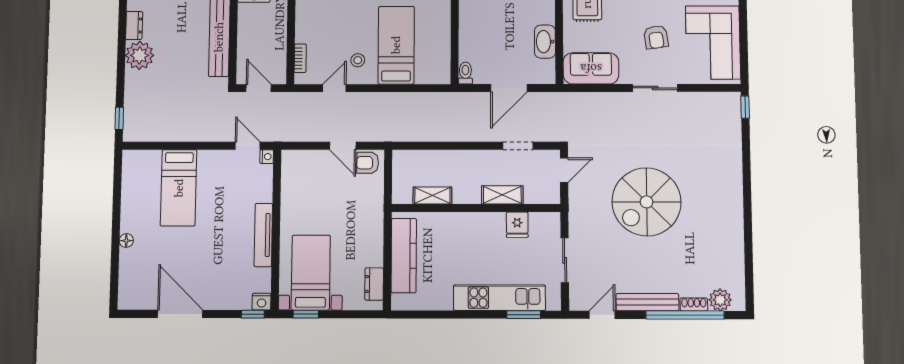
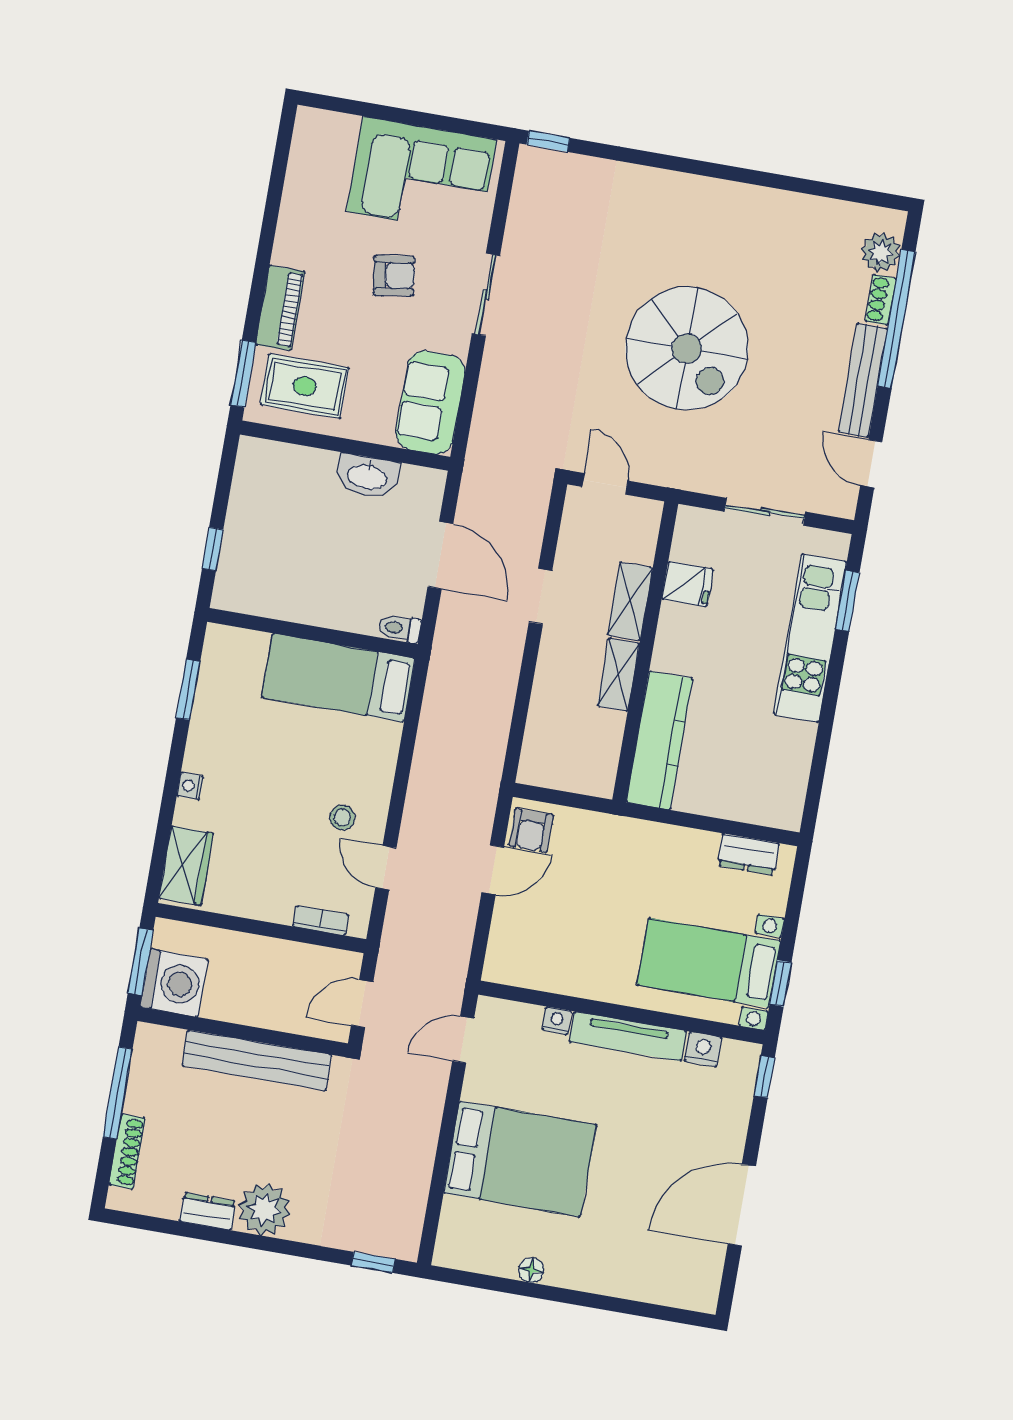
bed: (396, 45) -> (339, 678), moved
doorway: (518, 146) -> (541, 596), moved
nightstand: (267, 157) -> (557, 1021), moved
bed: (179, 188) -> (520, 1159), width x1.50
shelving: (432, 195) -> (618, 675), moved
floor lamp: (126, 241) -> (531, 1270), moved
kitchen counter: (404, 256) -> (660, 740), moved, turned 90
nightstand: (262, 302) -> (703, 1049), moved, turned -90

